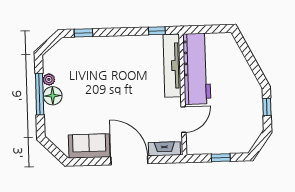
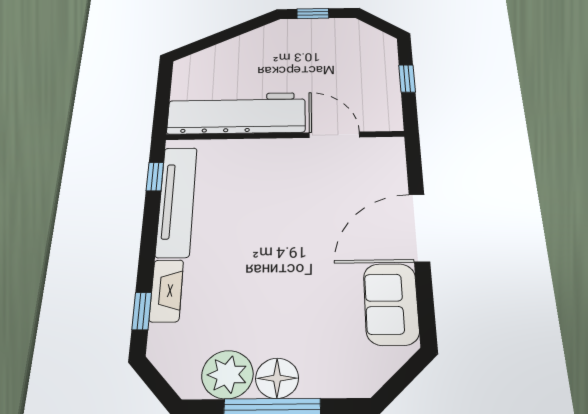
tv unit: (172, 66) -> (177, 201), moved, turned -90
plant: (49, 79) -> (227, 375), width x1.88, depth x1.88
fireplace: (164, 149) -> (166, 291), moved, turned 180

